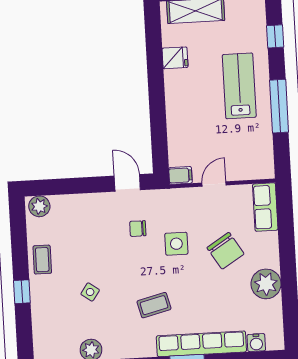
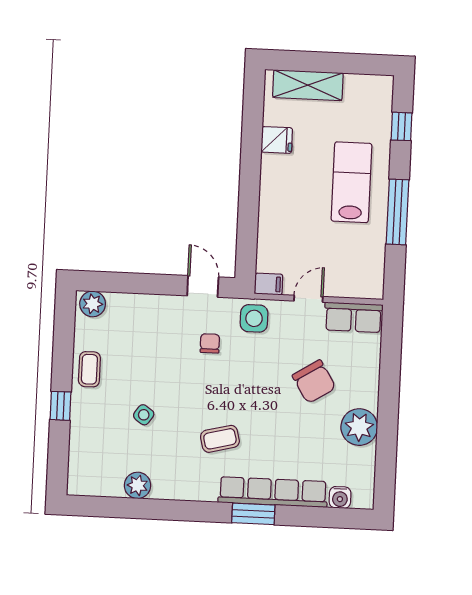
row of seats: (265, 207) -> (354, 317), moved, turned -90
chair: (138, 229) -> (210, 343), turned 90
side table: (176, 244) -> (254, 318), moved

